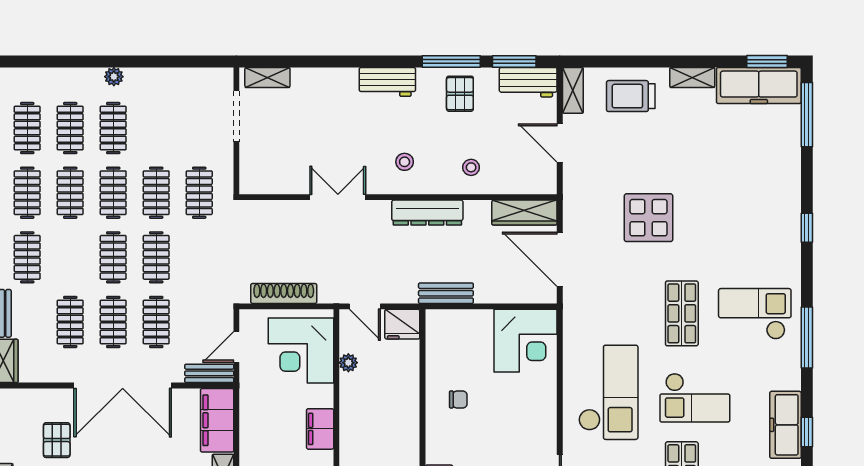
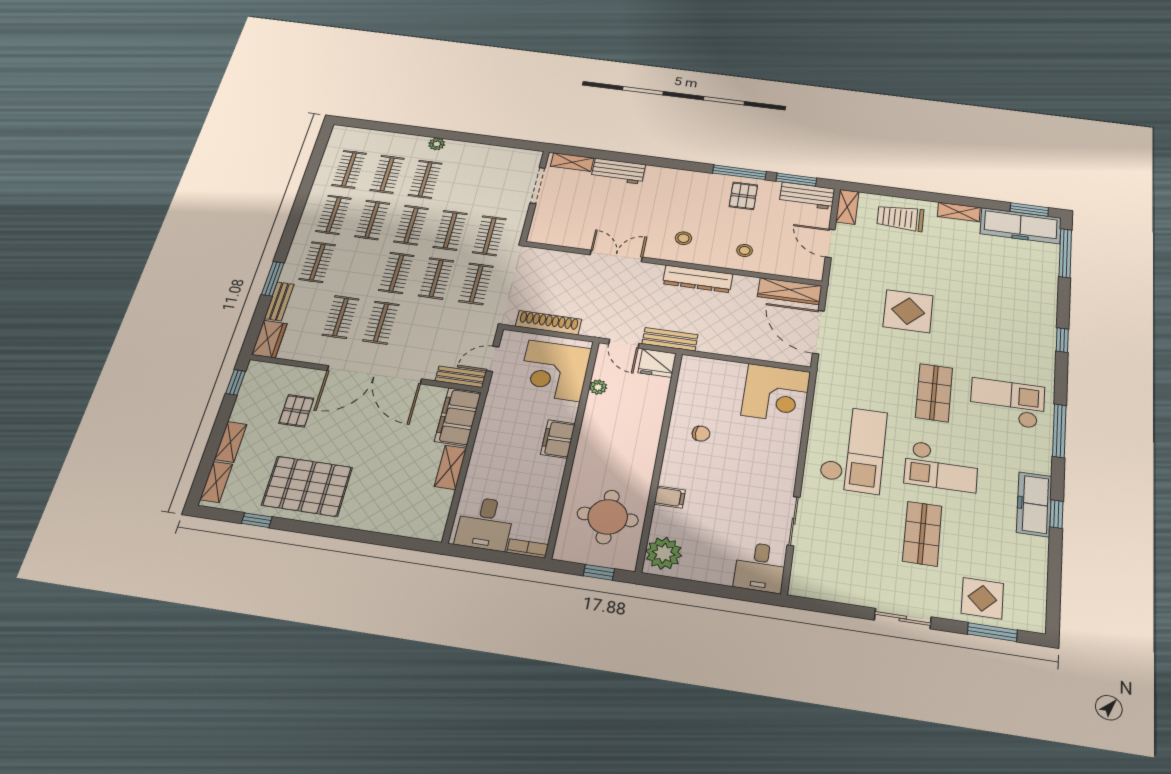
workbench: (387, 82) -> (618, 171), moved
bench: (446, 293) -> (670, 339), moved
clothes rail: (156, 322) -> (476, 284), moved

